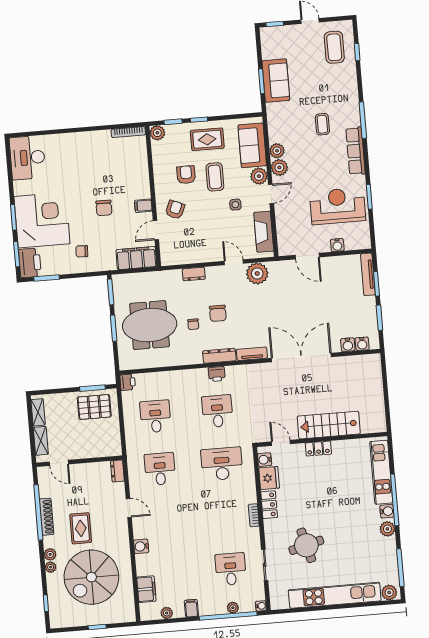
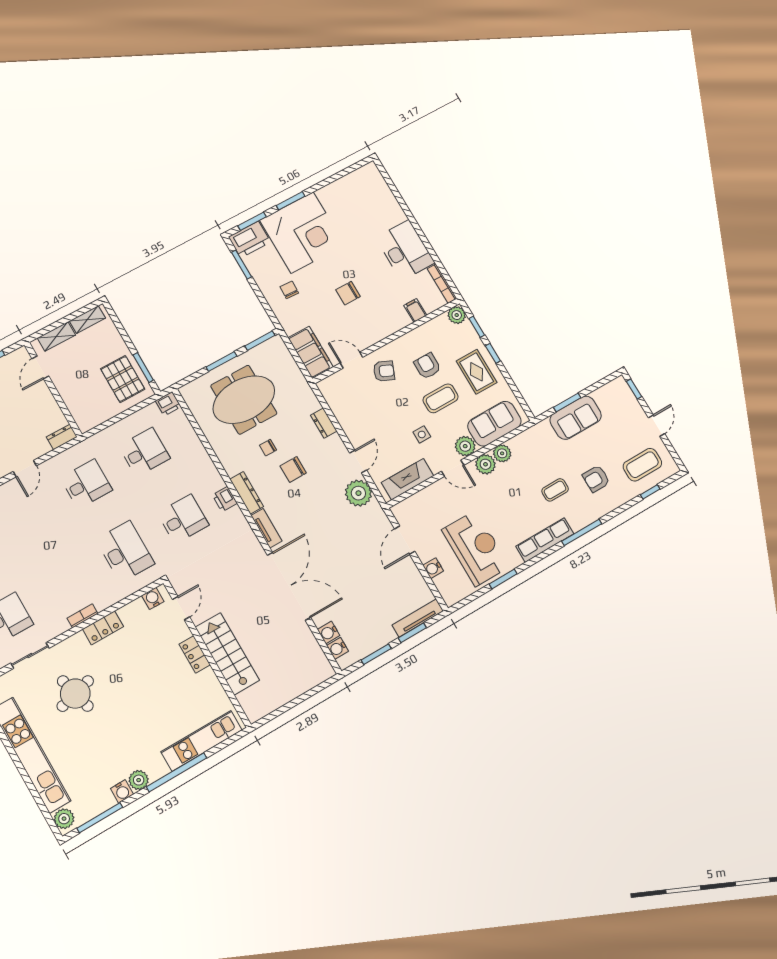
armchair: (328, 88) -> (596, 479), added
desk: (27, 158) -> (405, 250), moved, turned 90
armchair: (186, 175) -> (427, 366), turned -90
filing cabinet: (143, 206) -> (415, 310), moved
meeting table: (150, 325) -> (244, 400), turned 90
fridge: (269, 478) -> (134, 613), removed
water cooler: (387, 511) -> (122, 791), moved

